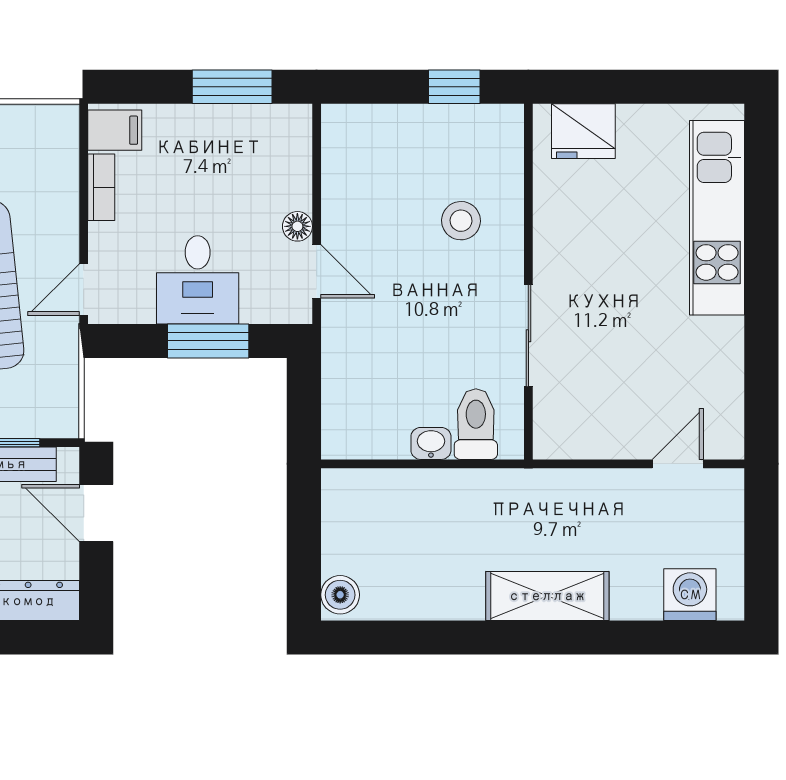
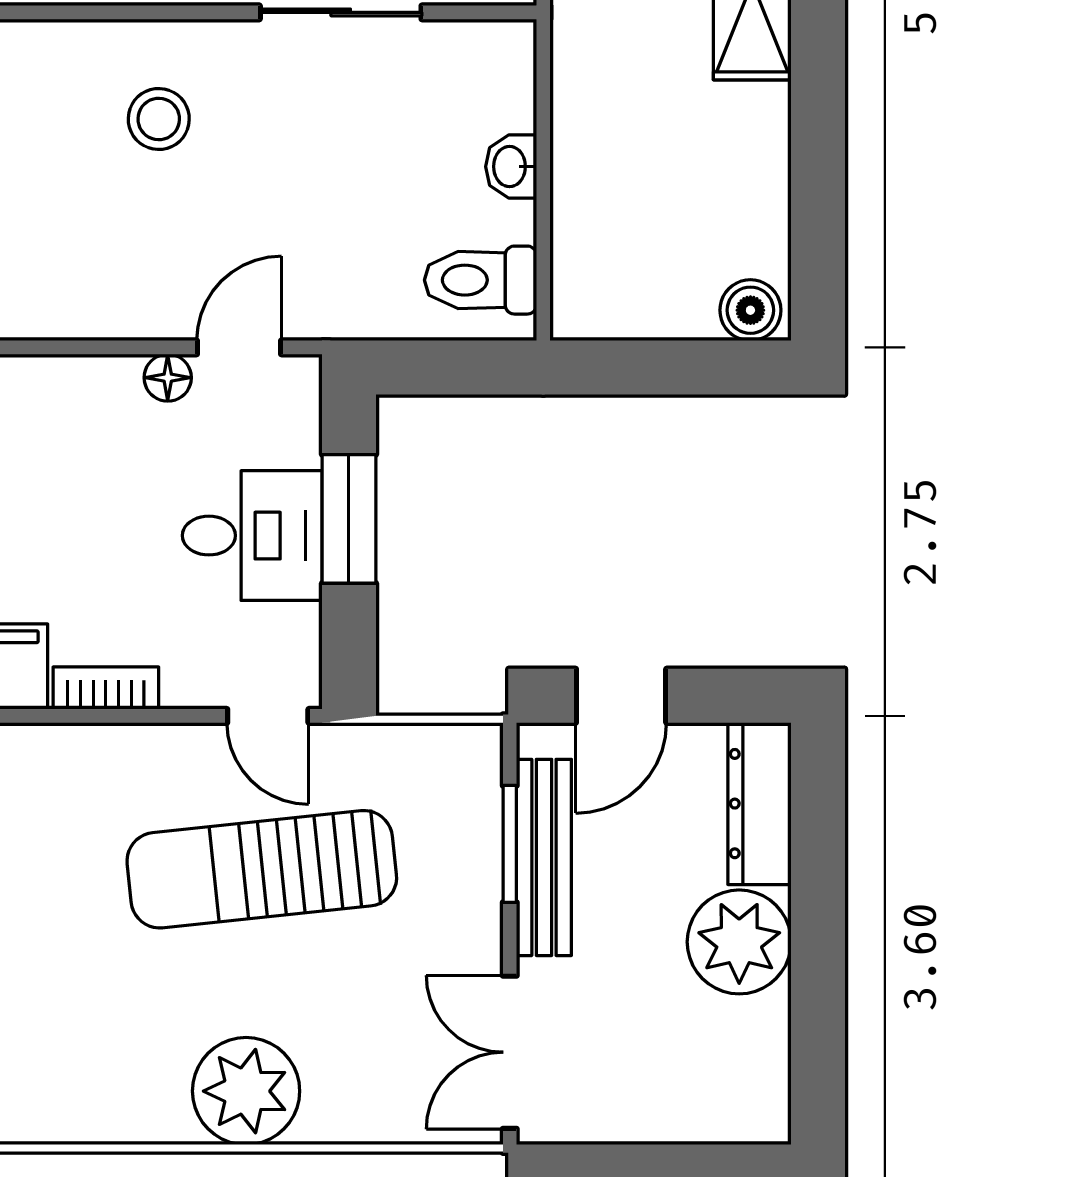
toilet: (476, 424) -> (481, 280), moved

